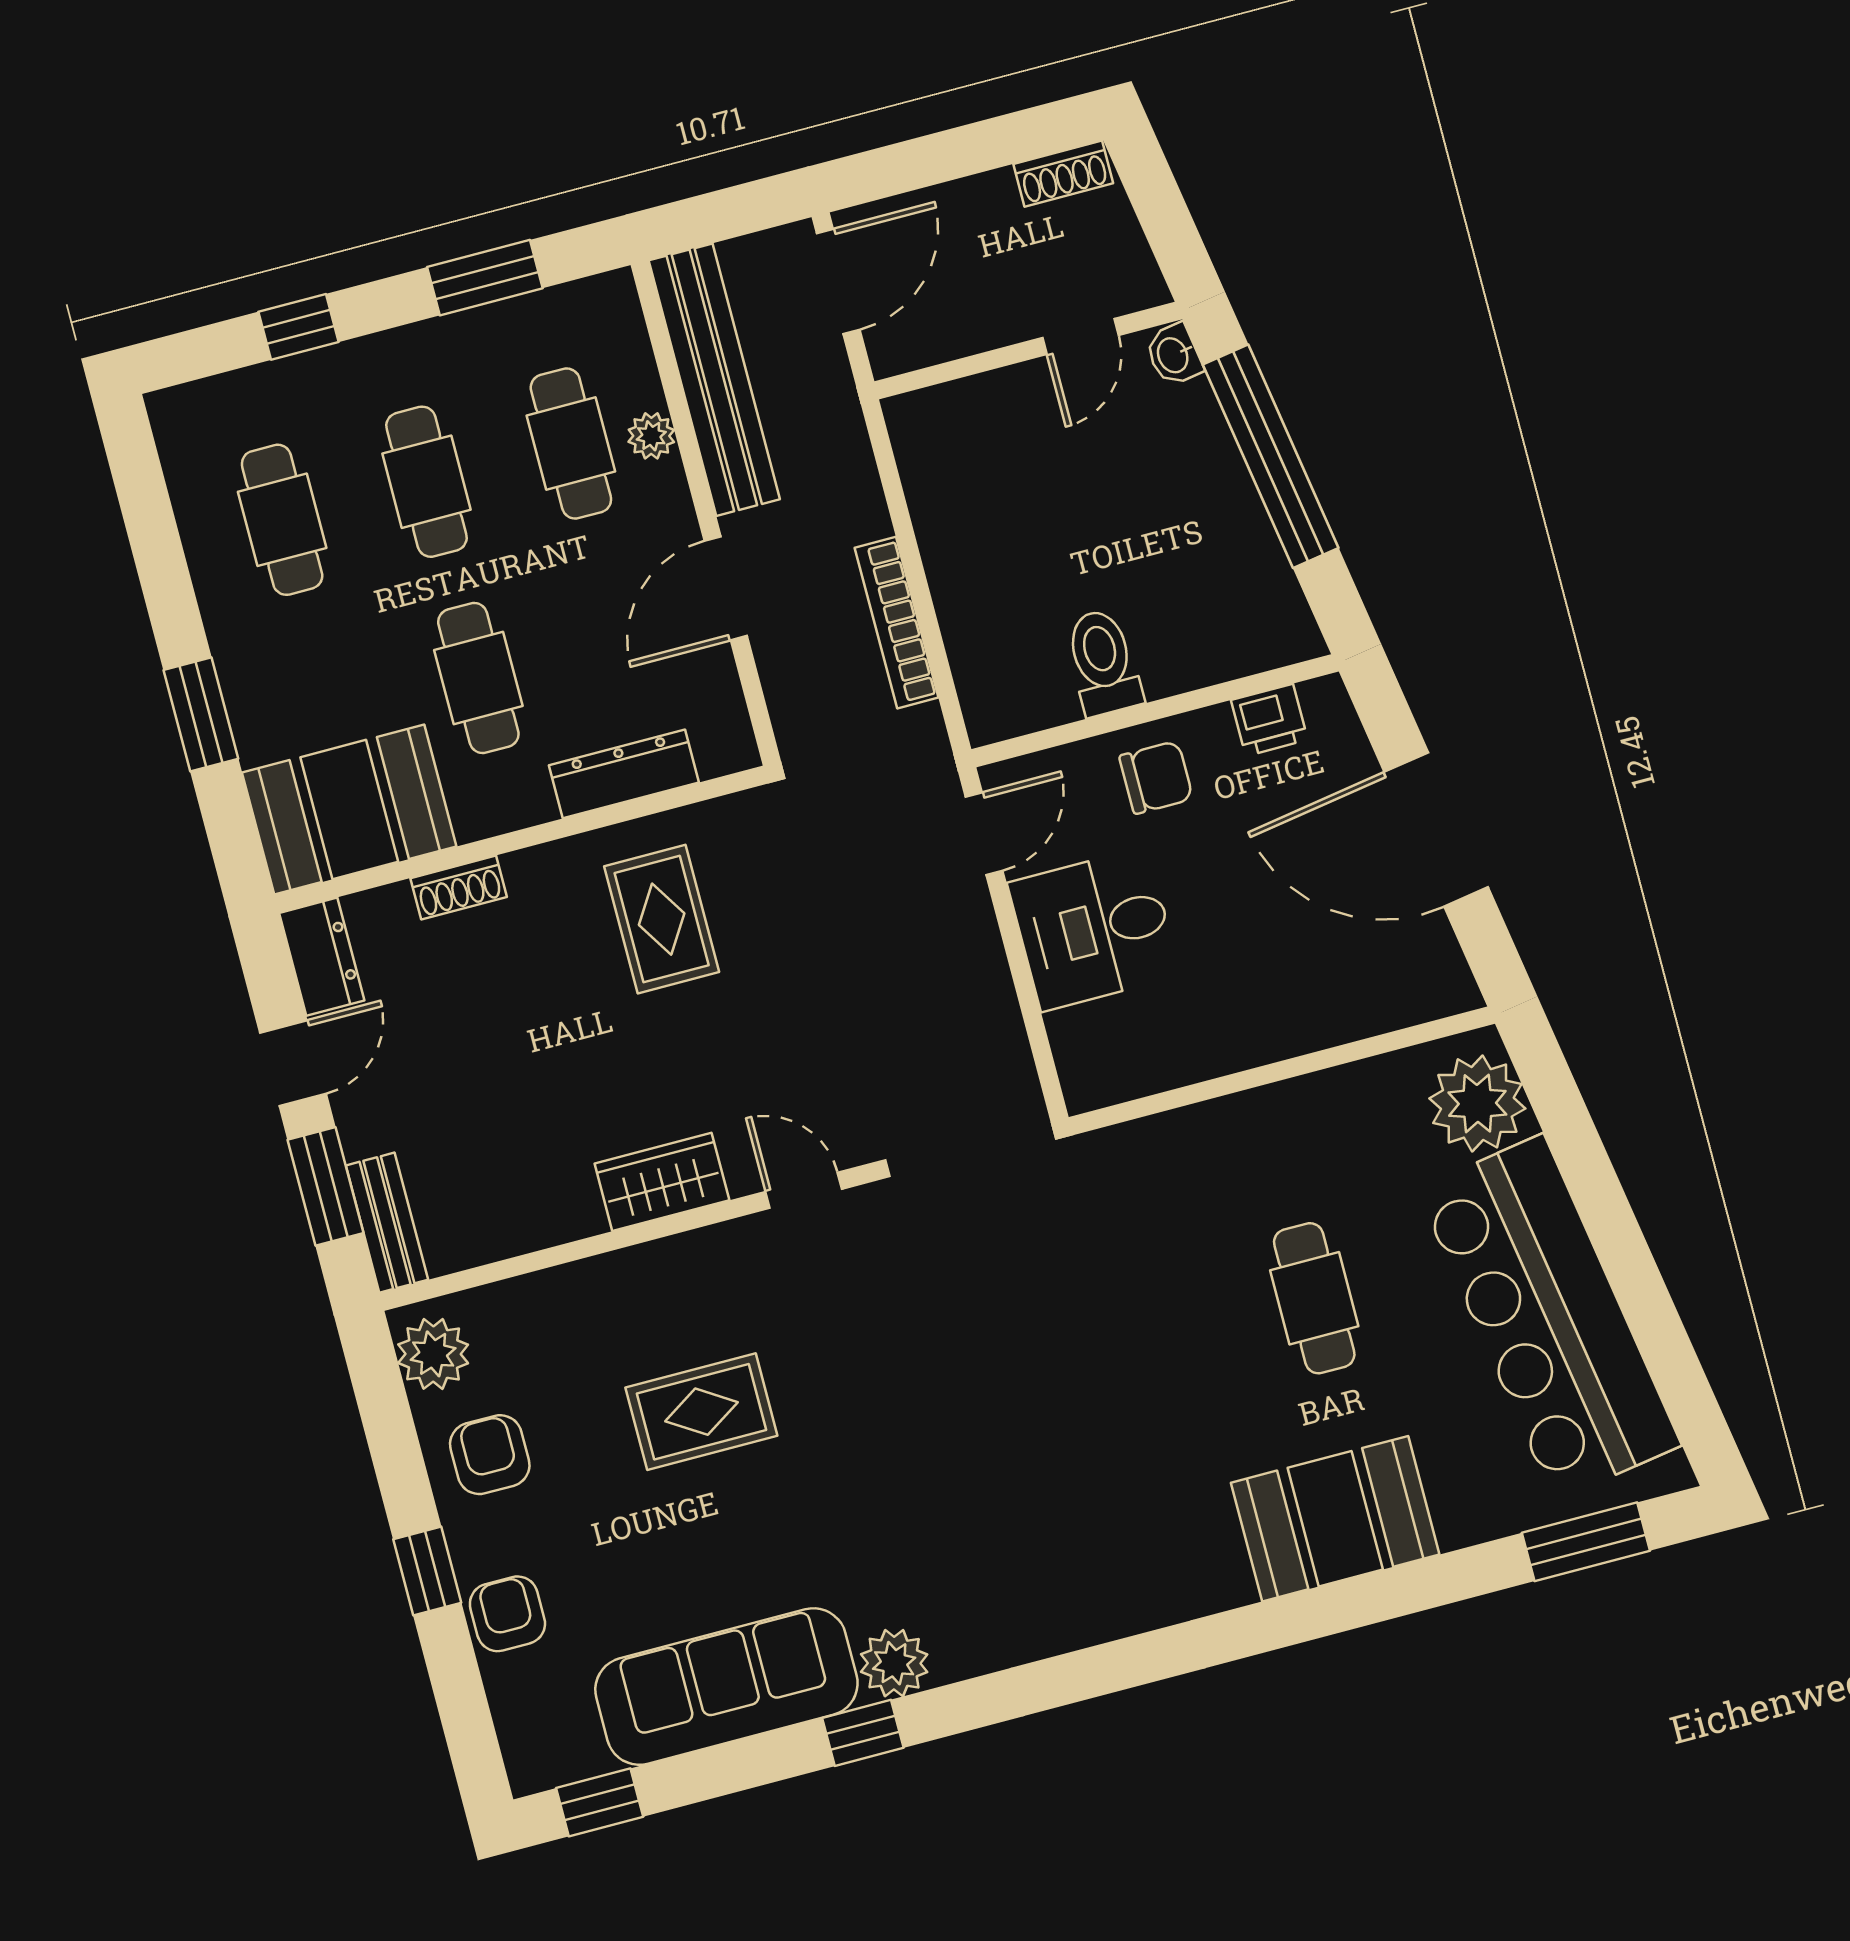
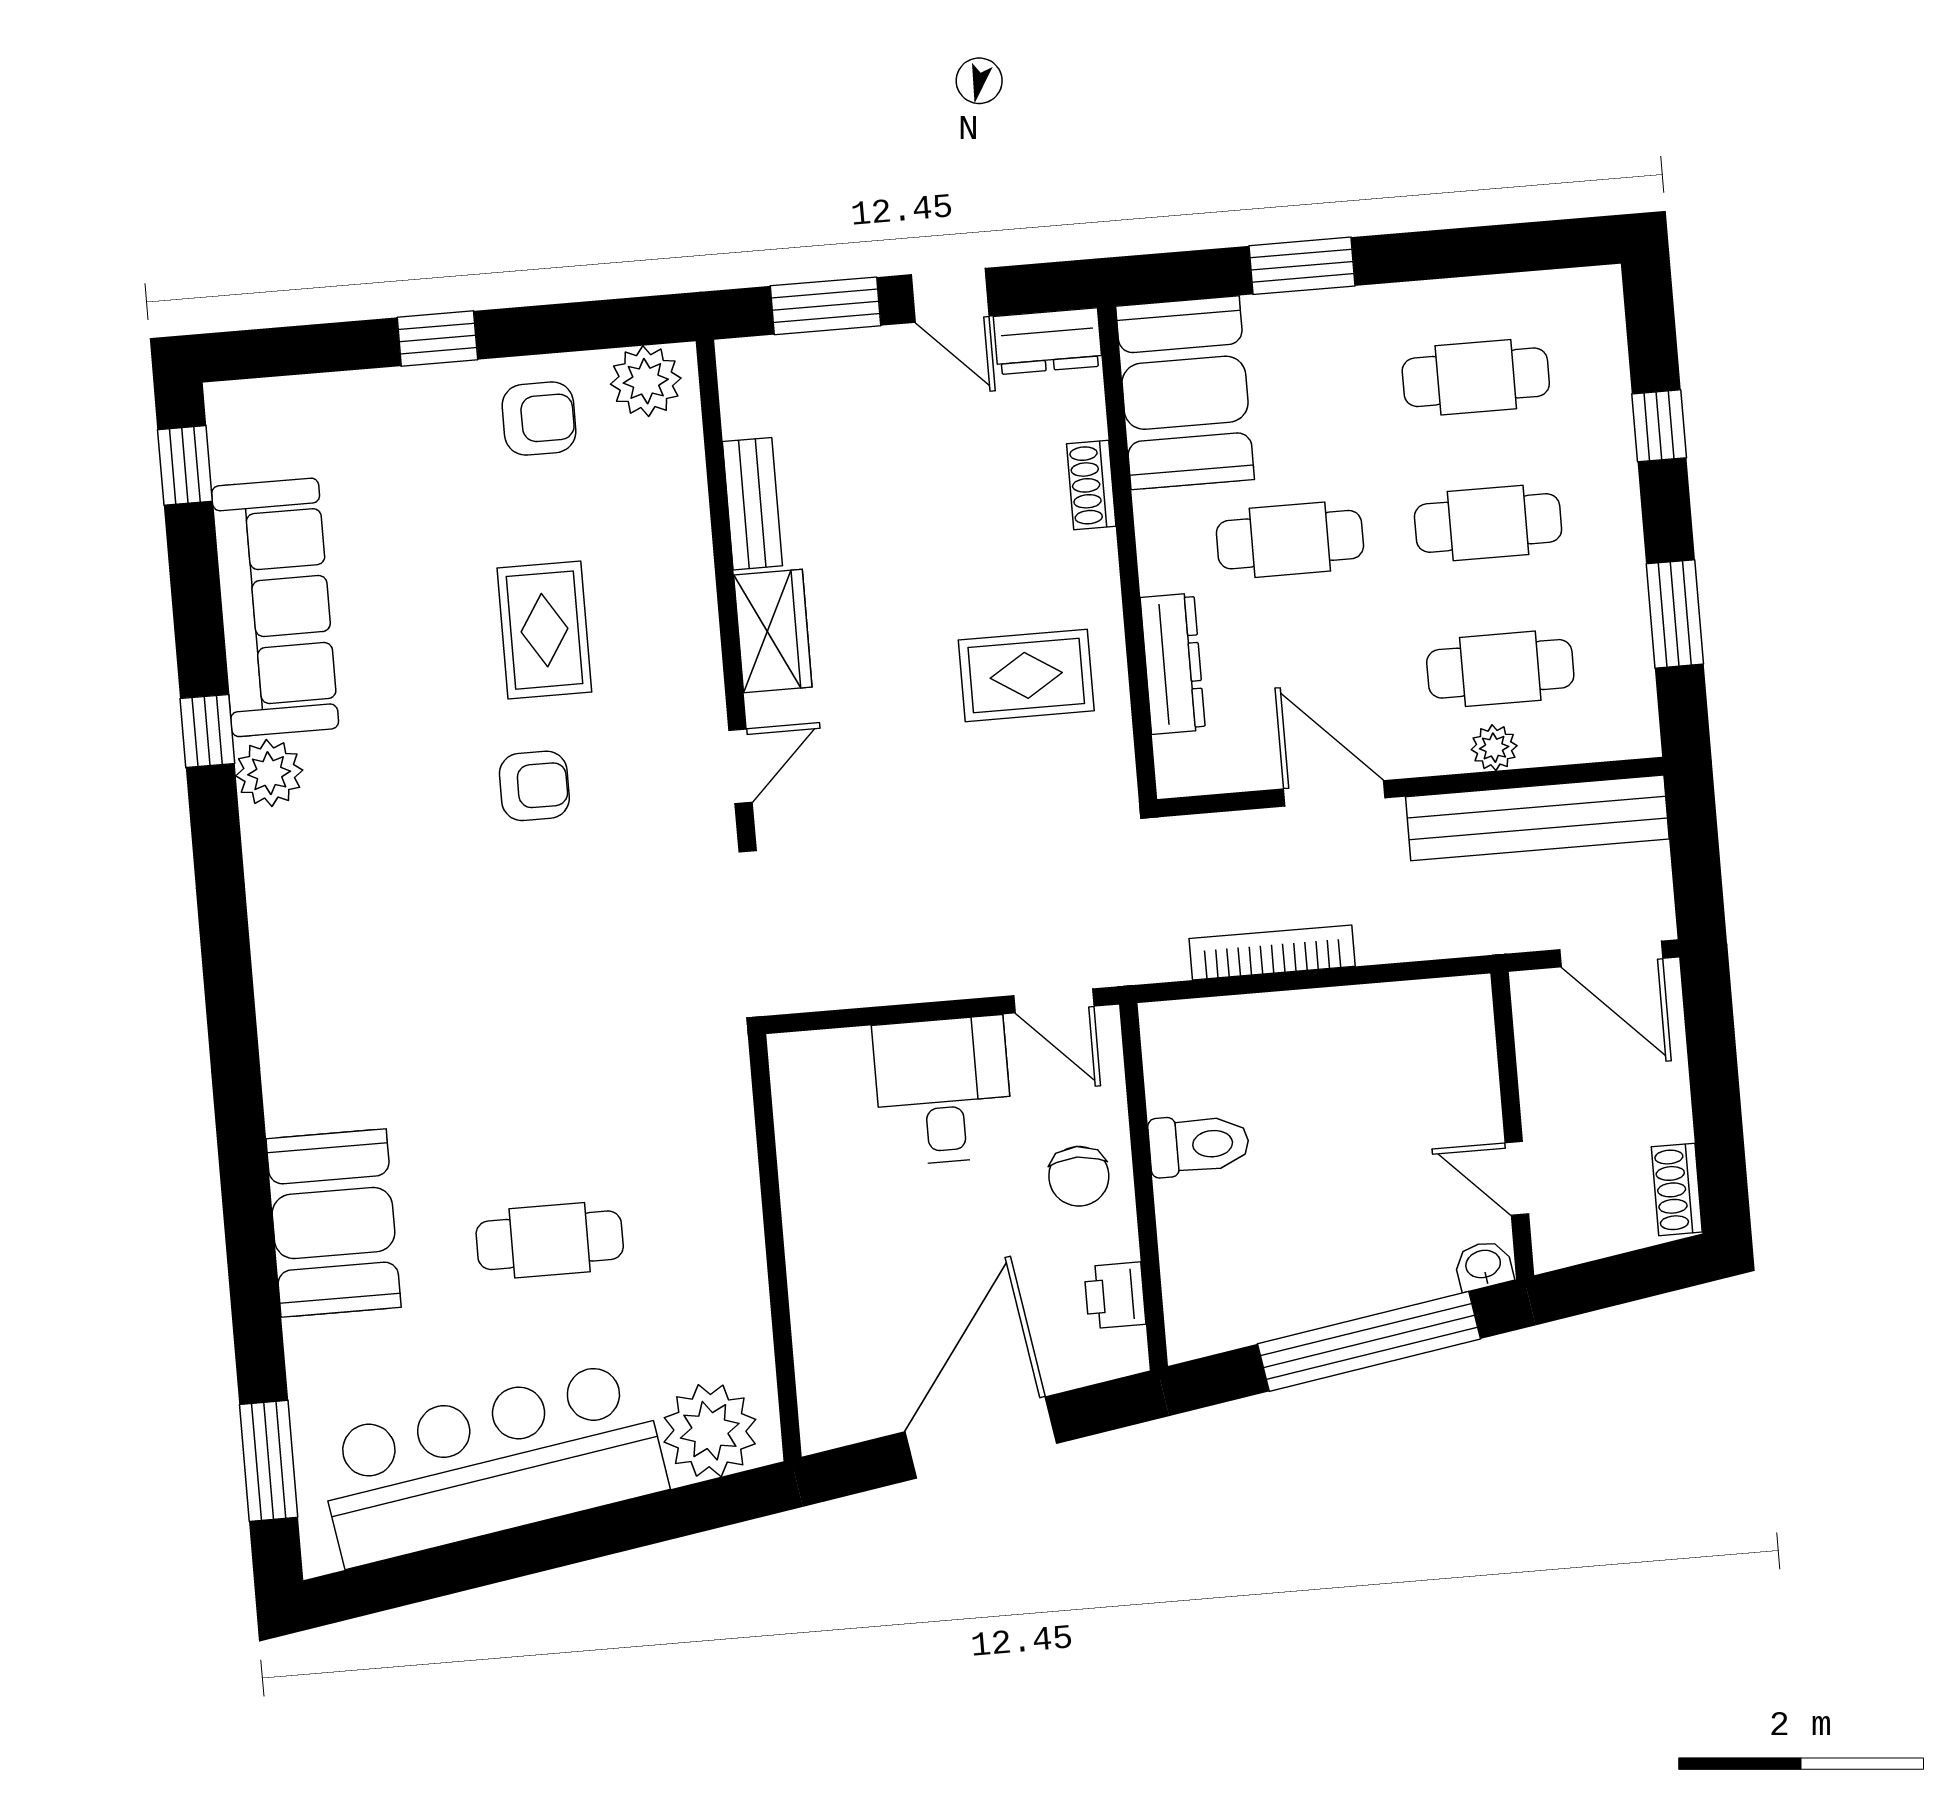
bench: (387, 1223) -> (752, 504), moved, turned 90
armchair: (507, 1614) -> (534, 786), moved

